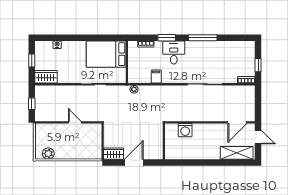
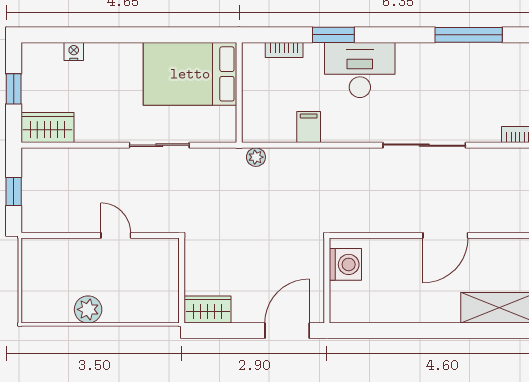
window: (203, 38) -> (469, 35), moved
desk: (174, 53) -> (360, 70), width x1.37
door: (237, 122) -> (445, 235), moved
washing machine: (185, 130) -> (345, 264), moved, turned -90
plant: (48, 154) -> (88, 309), moved
door: (134, 162) -> (287, 331), moved

